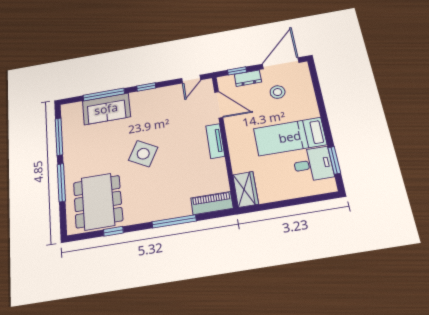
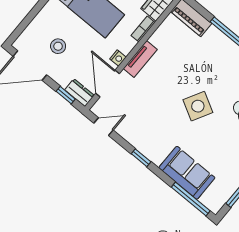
dresser: (248, 78) -> (80, 93), moved
window: (104, 95) -> (191, 199), moved
nightstand: (230, 126) -> (118, 58), added
bookcase: (236, 161) -> (143, 29), added

